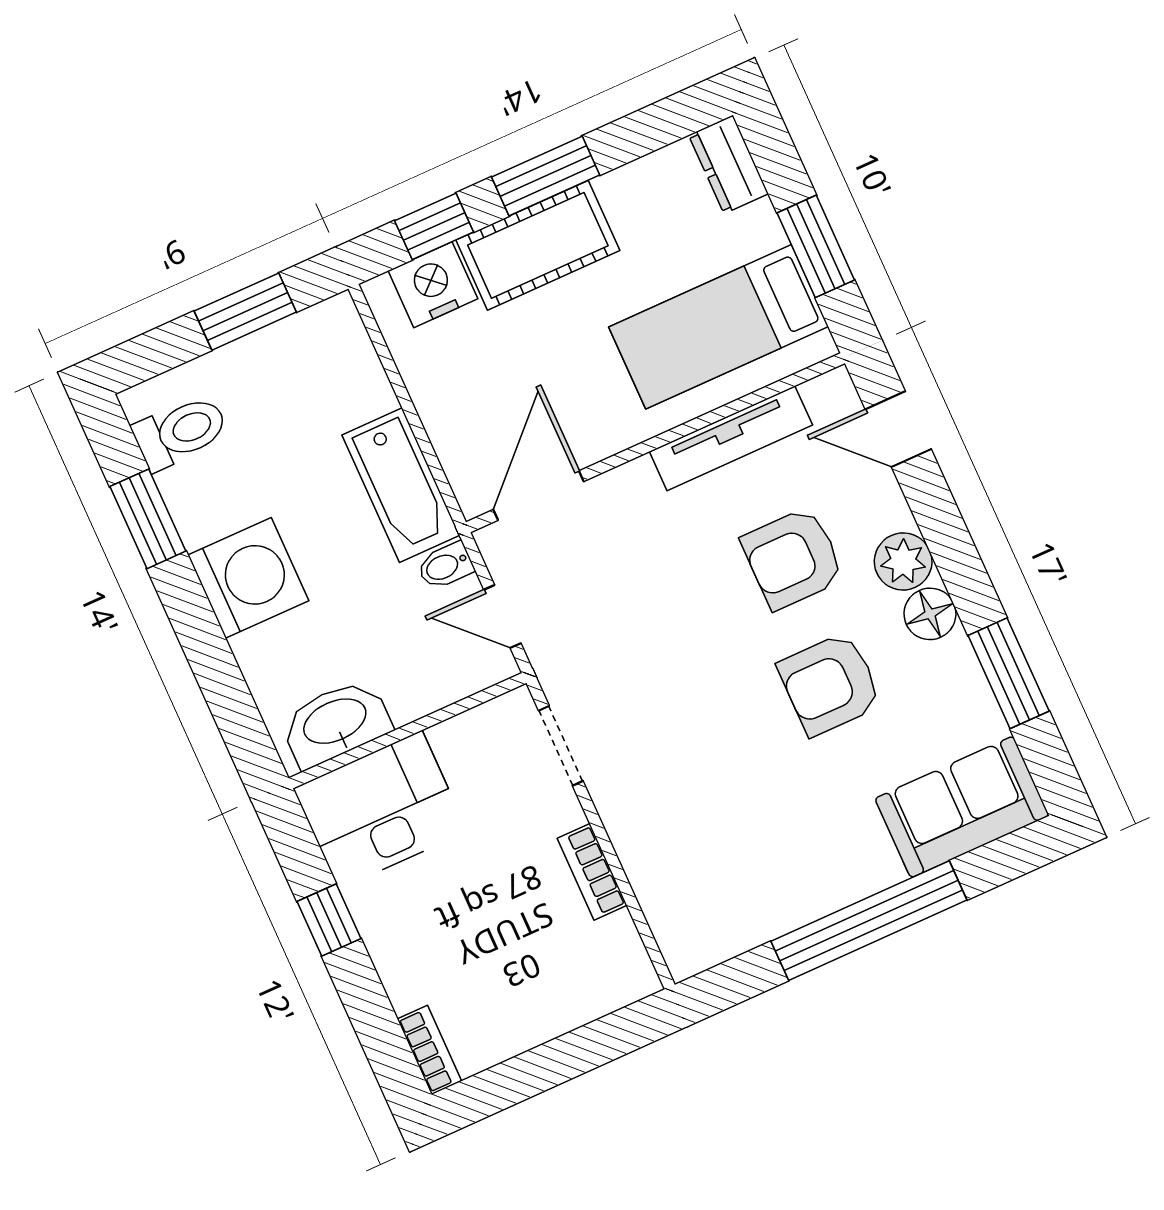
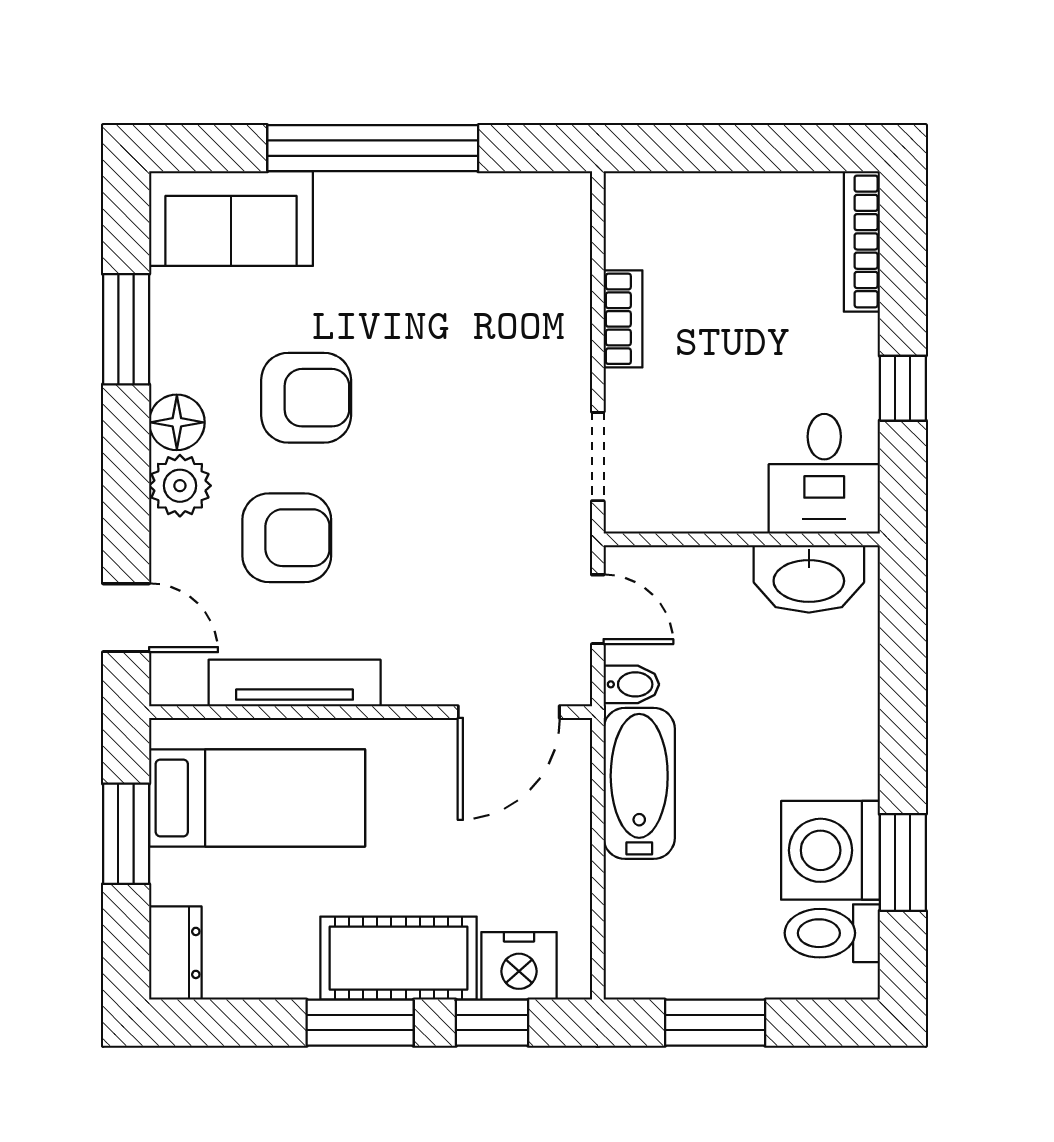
washing machine: (248, 578) -> (830, 850), moved
desk: (380, 810) -> (824, 474), width x0.73
bookcase: (429, 1050) -> (862, 241), width x1.56

